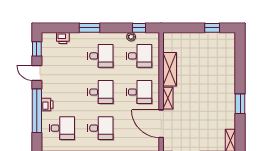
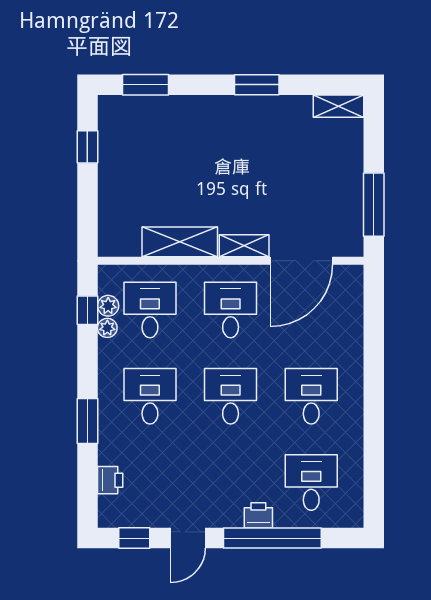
plant: (141, 37) -> (108, 306), added
window: (240, 54) -> (145, 85), added

